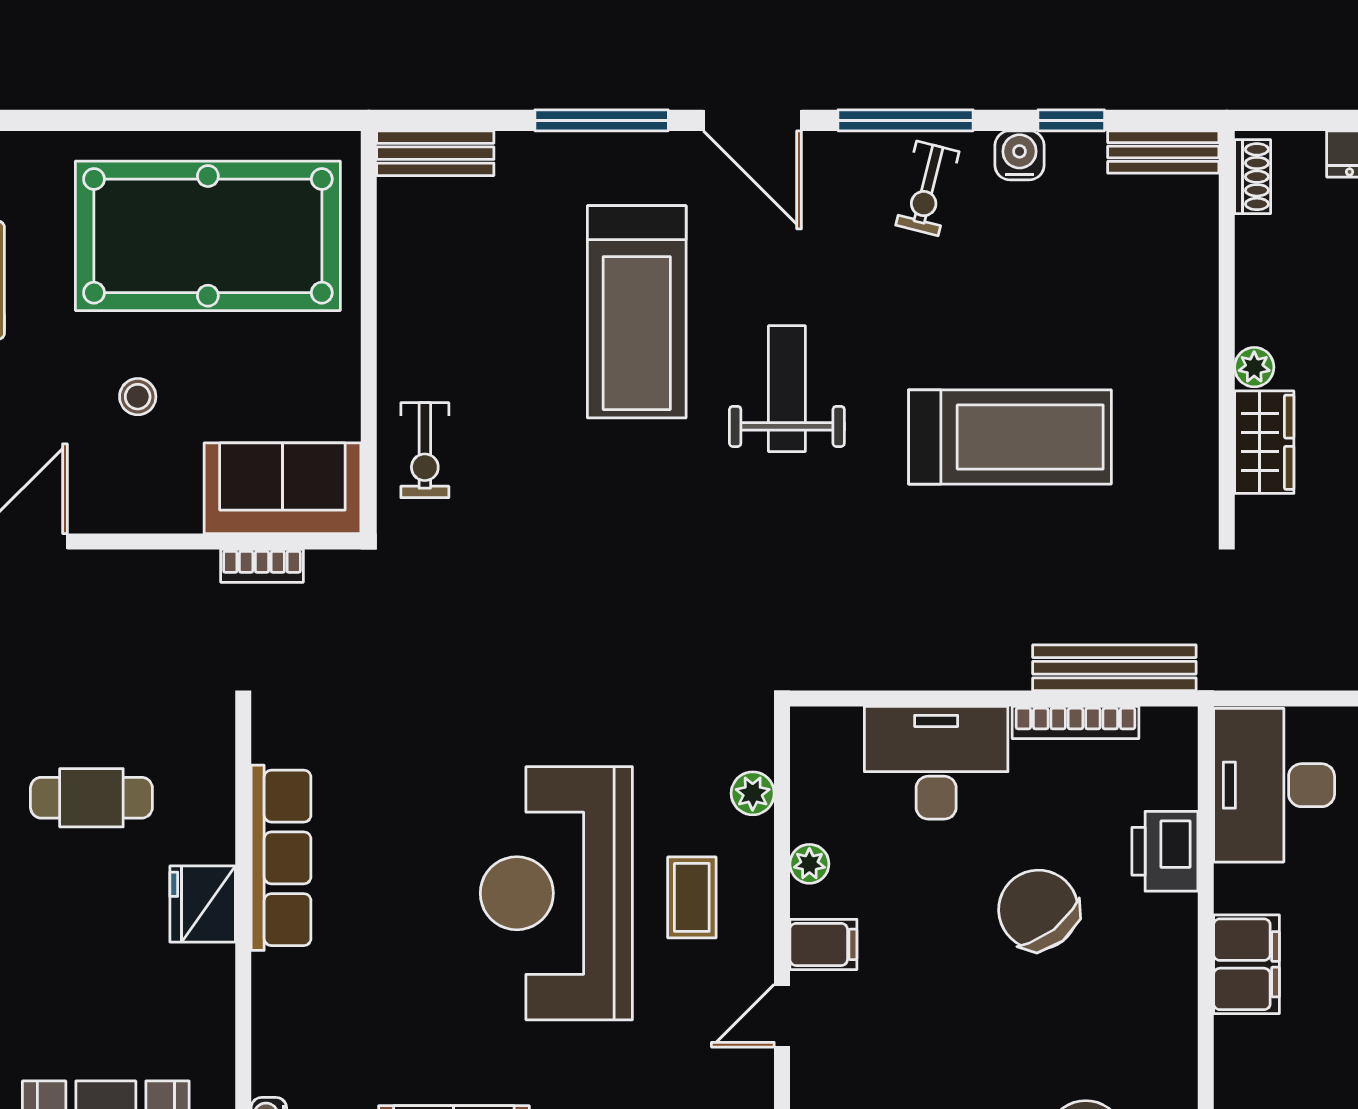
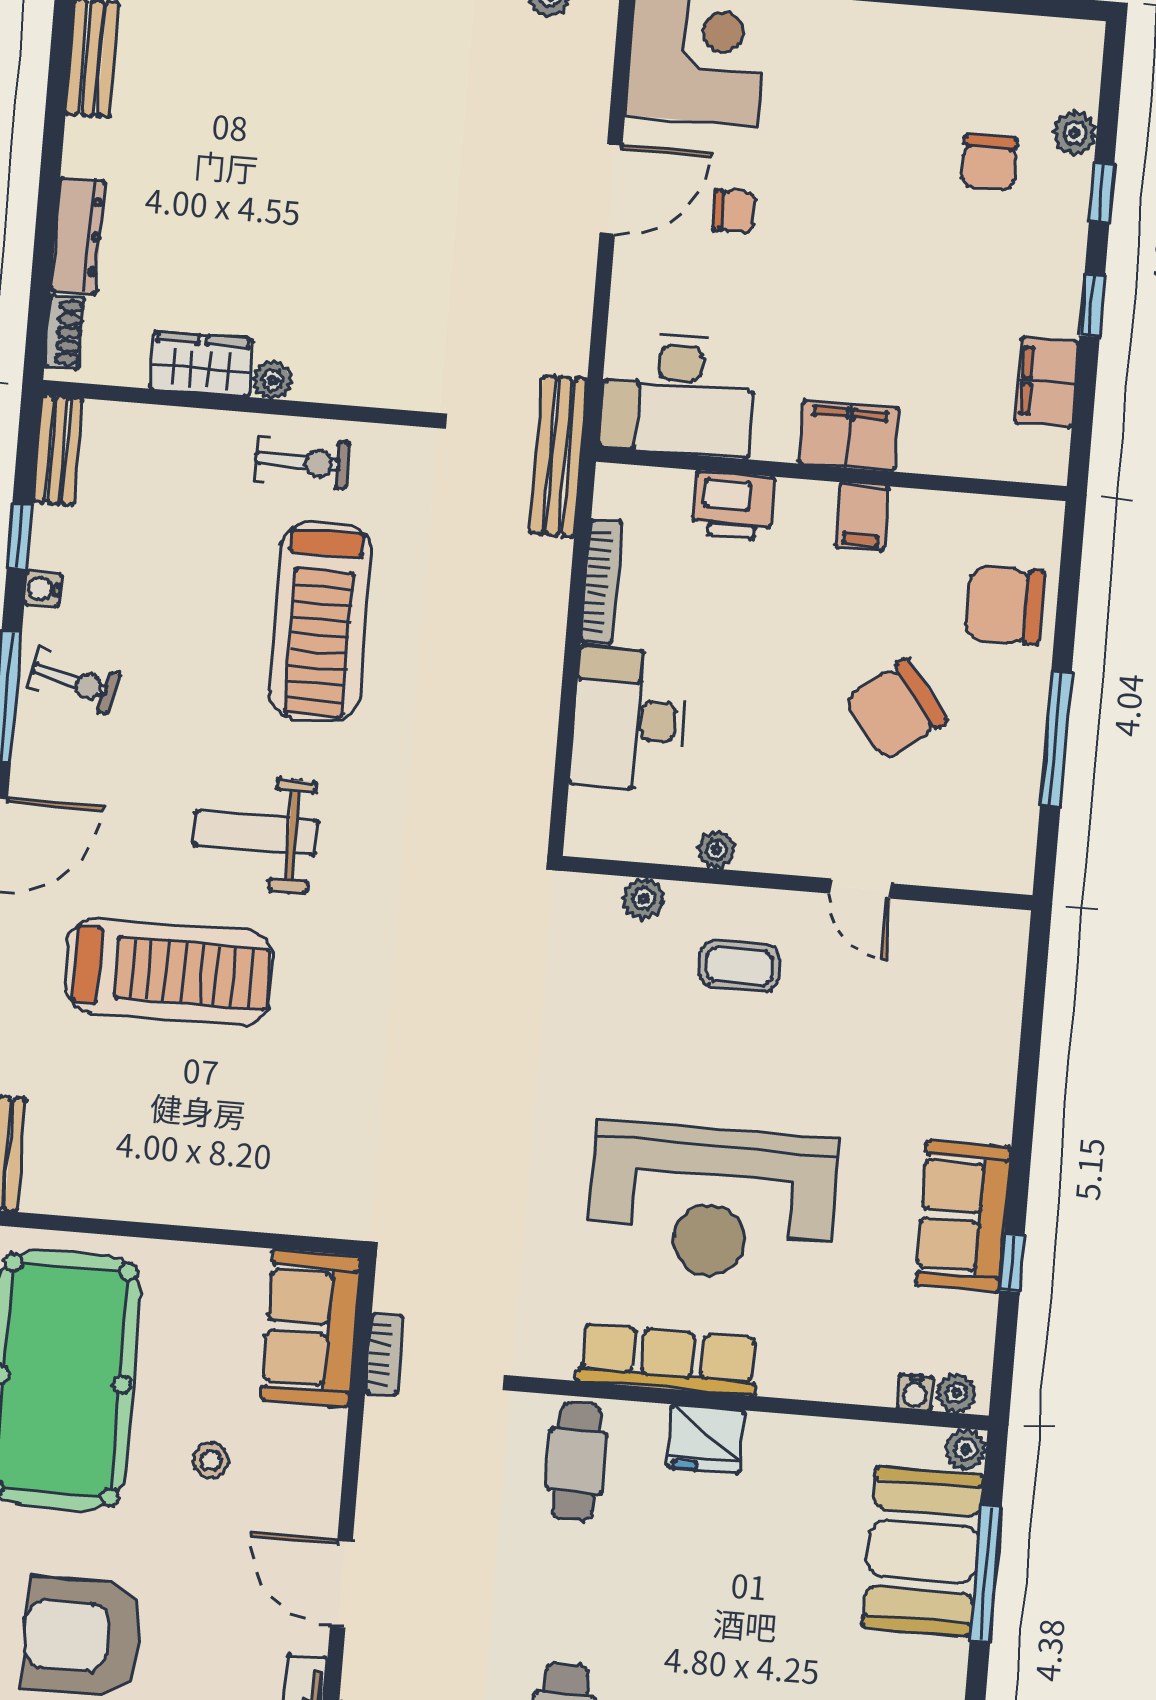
water cooler: (1019, 155) -> (43, 589), width x0.72, depth x0.72
shoe rack: (1253, 177) -> (65, 332), moved, turned 90
treadmill: (1010, 437) -> (321, 621), turned 180
wardrobe: (1264, 442) -> (201, 364), moved
exercise bike: (425, 450) -> (302, 462), moved
bench: (1114, 668) -> (559, 456), moved
cafe table: (91, 798) -> (577, 1461), moved
reception desk: (556, 893) -> (712, 1202), moved
chair: (1038, 910) -> (896, 710), moved
filing cabinet: (823, 944) -> (862, 517), moved, turned 180

